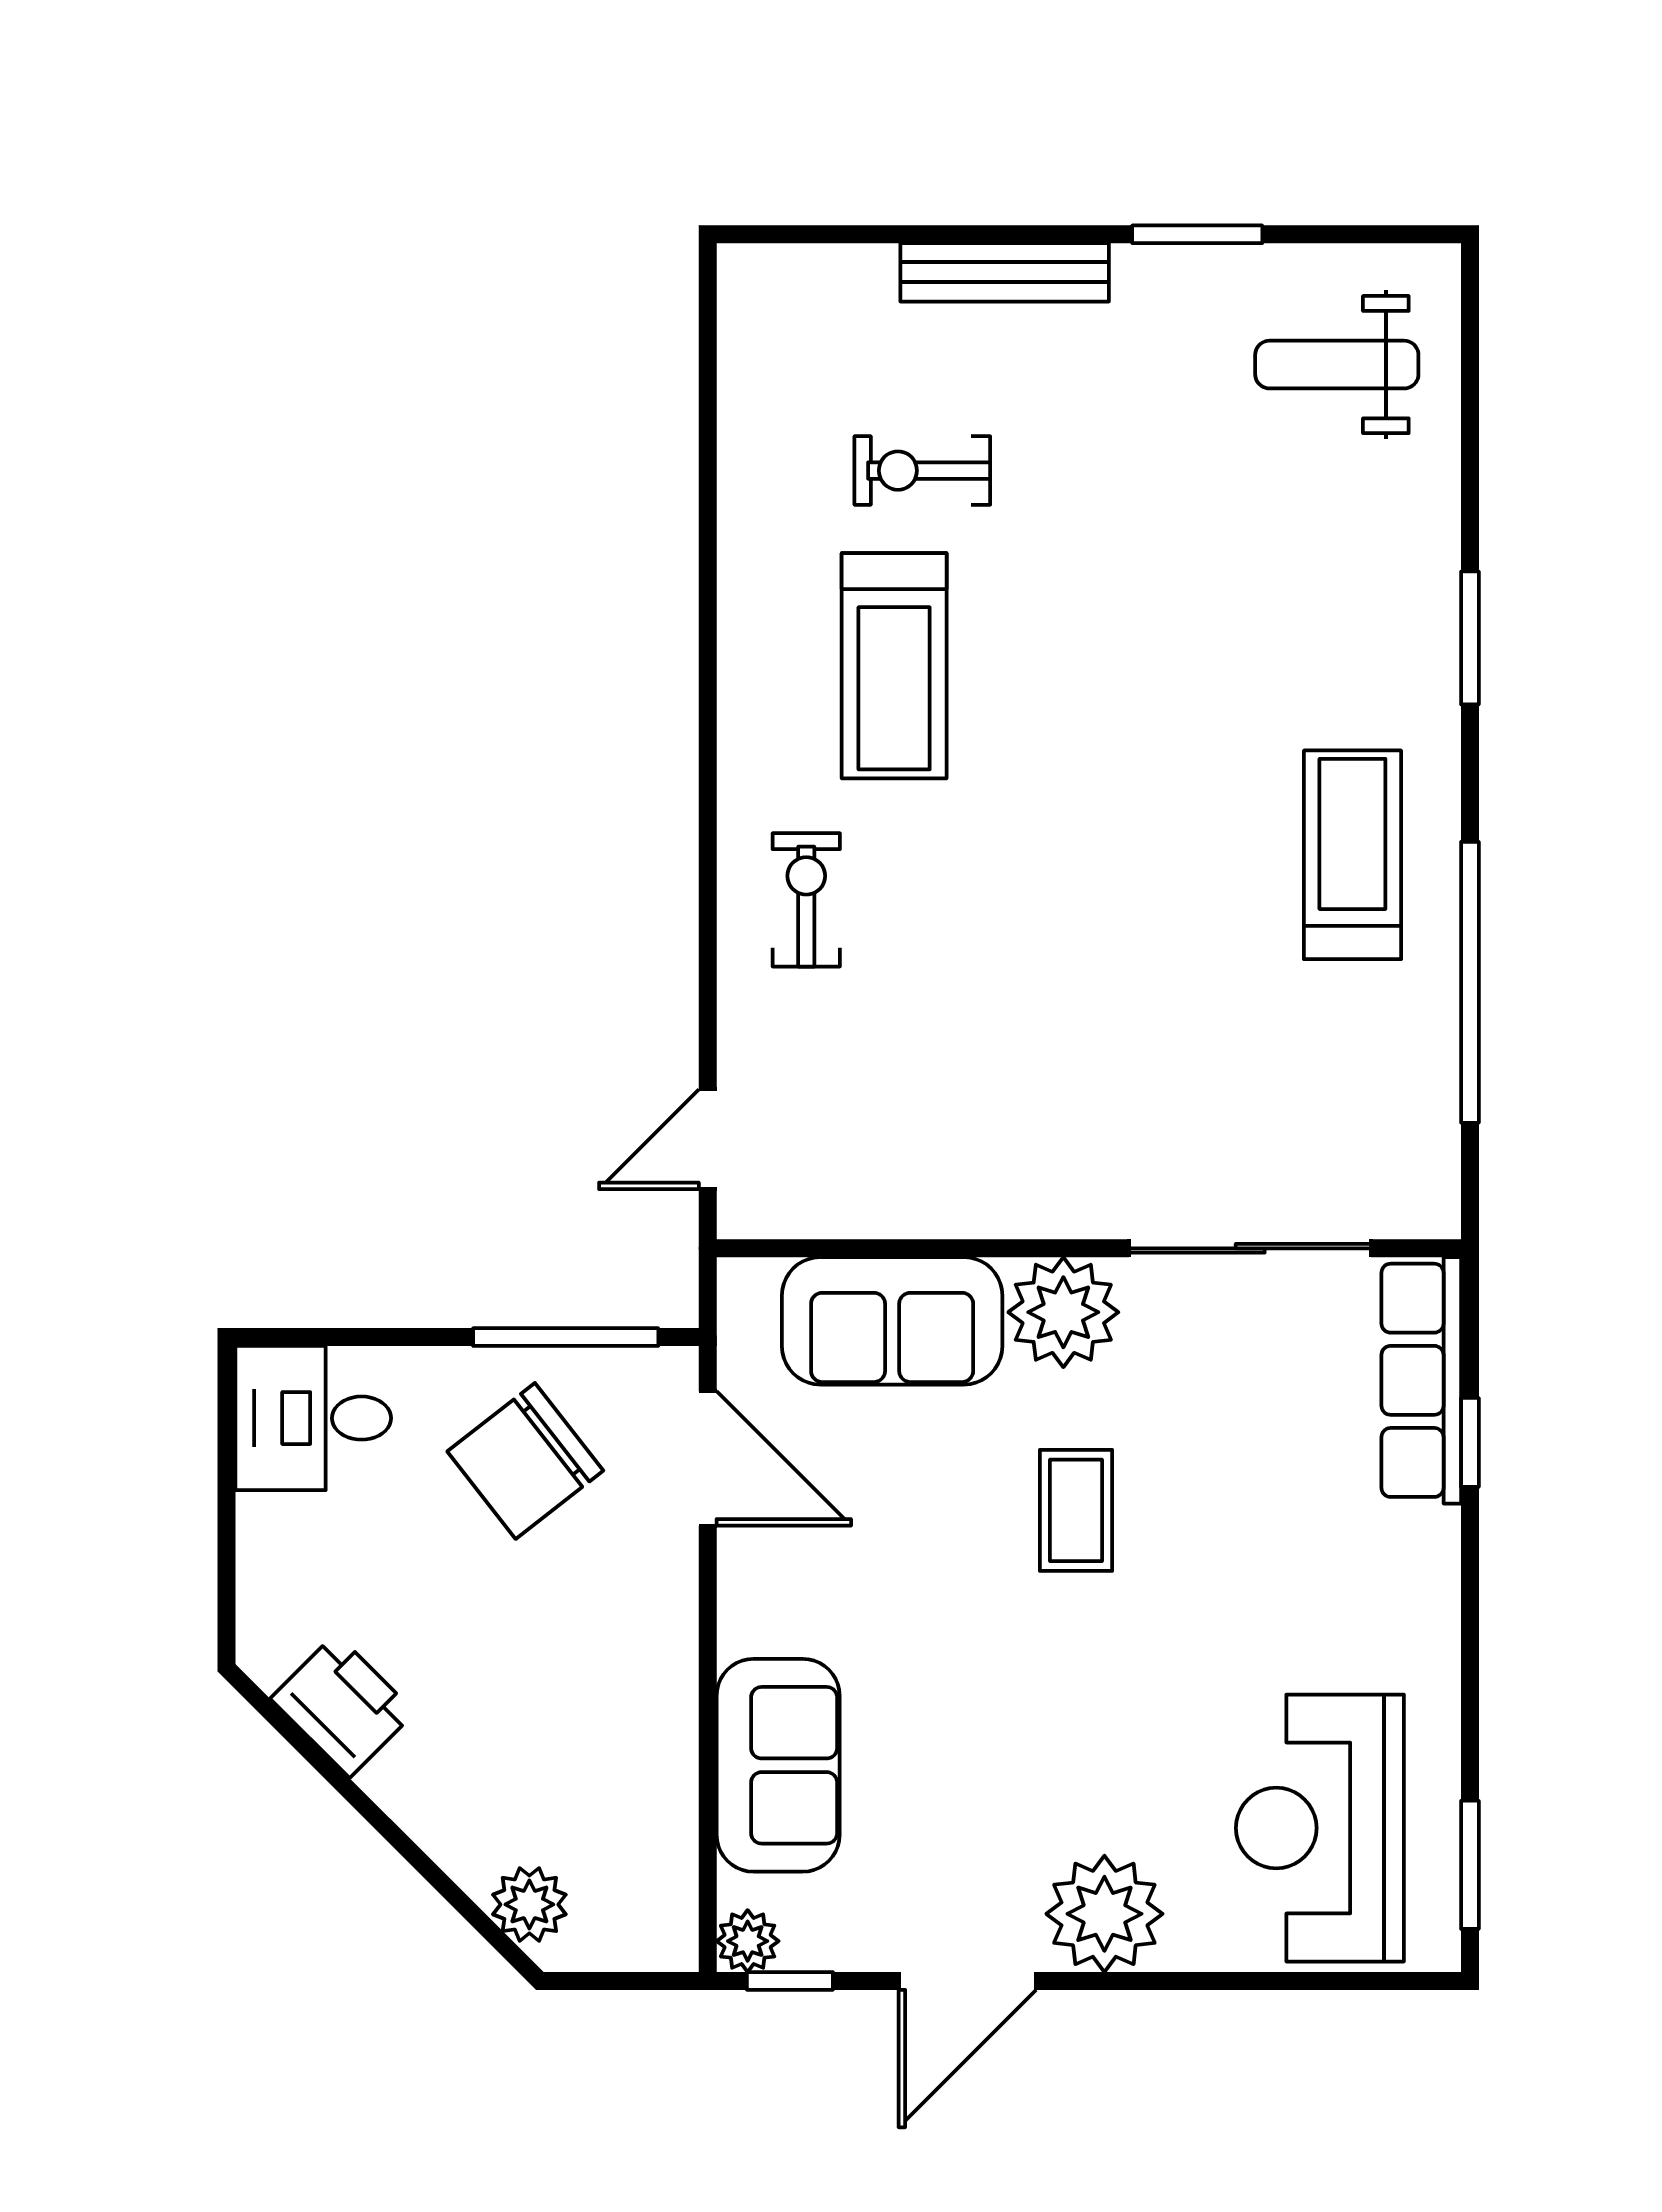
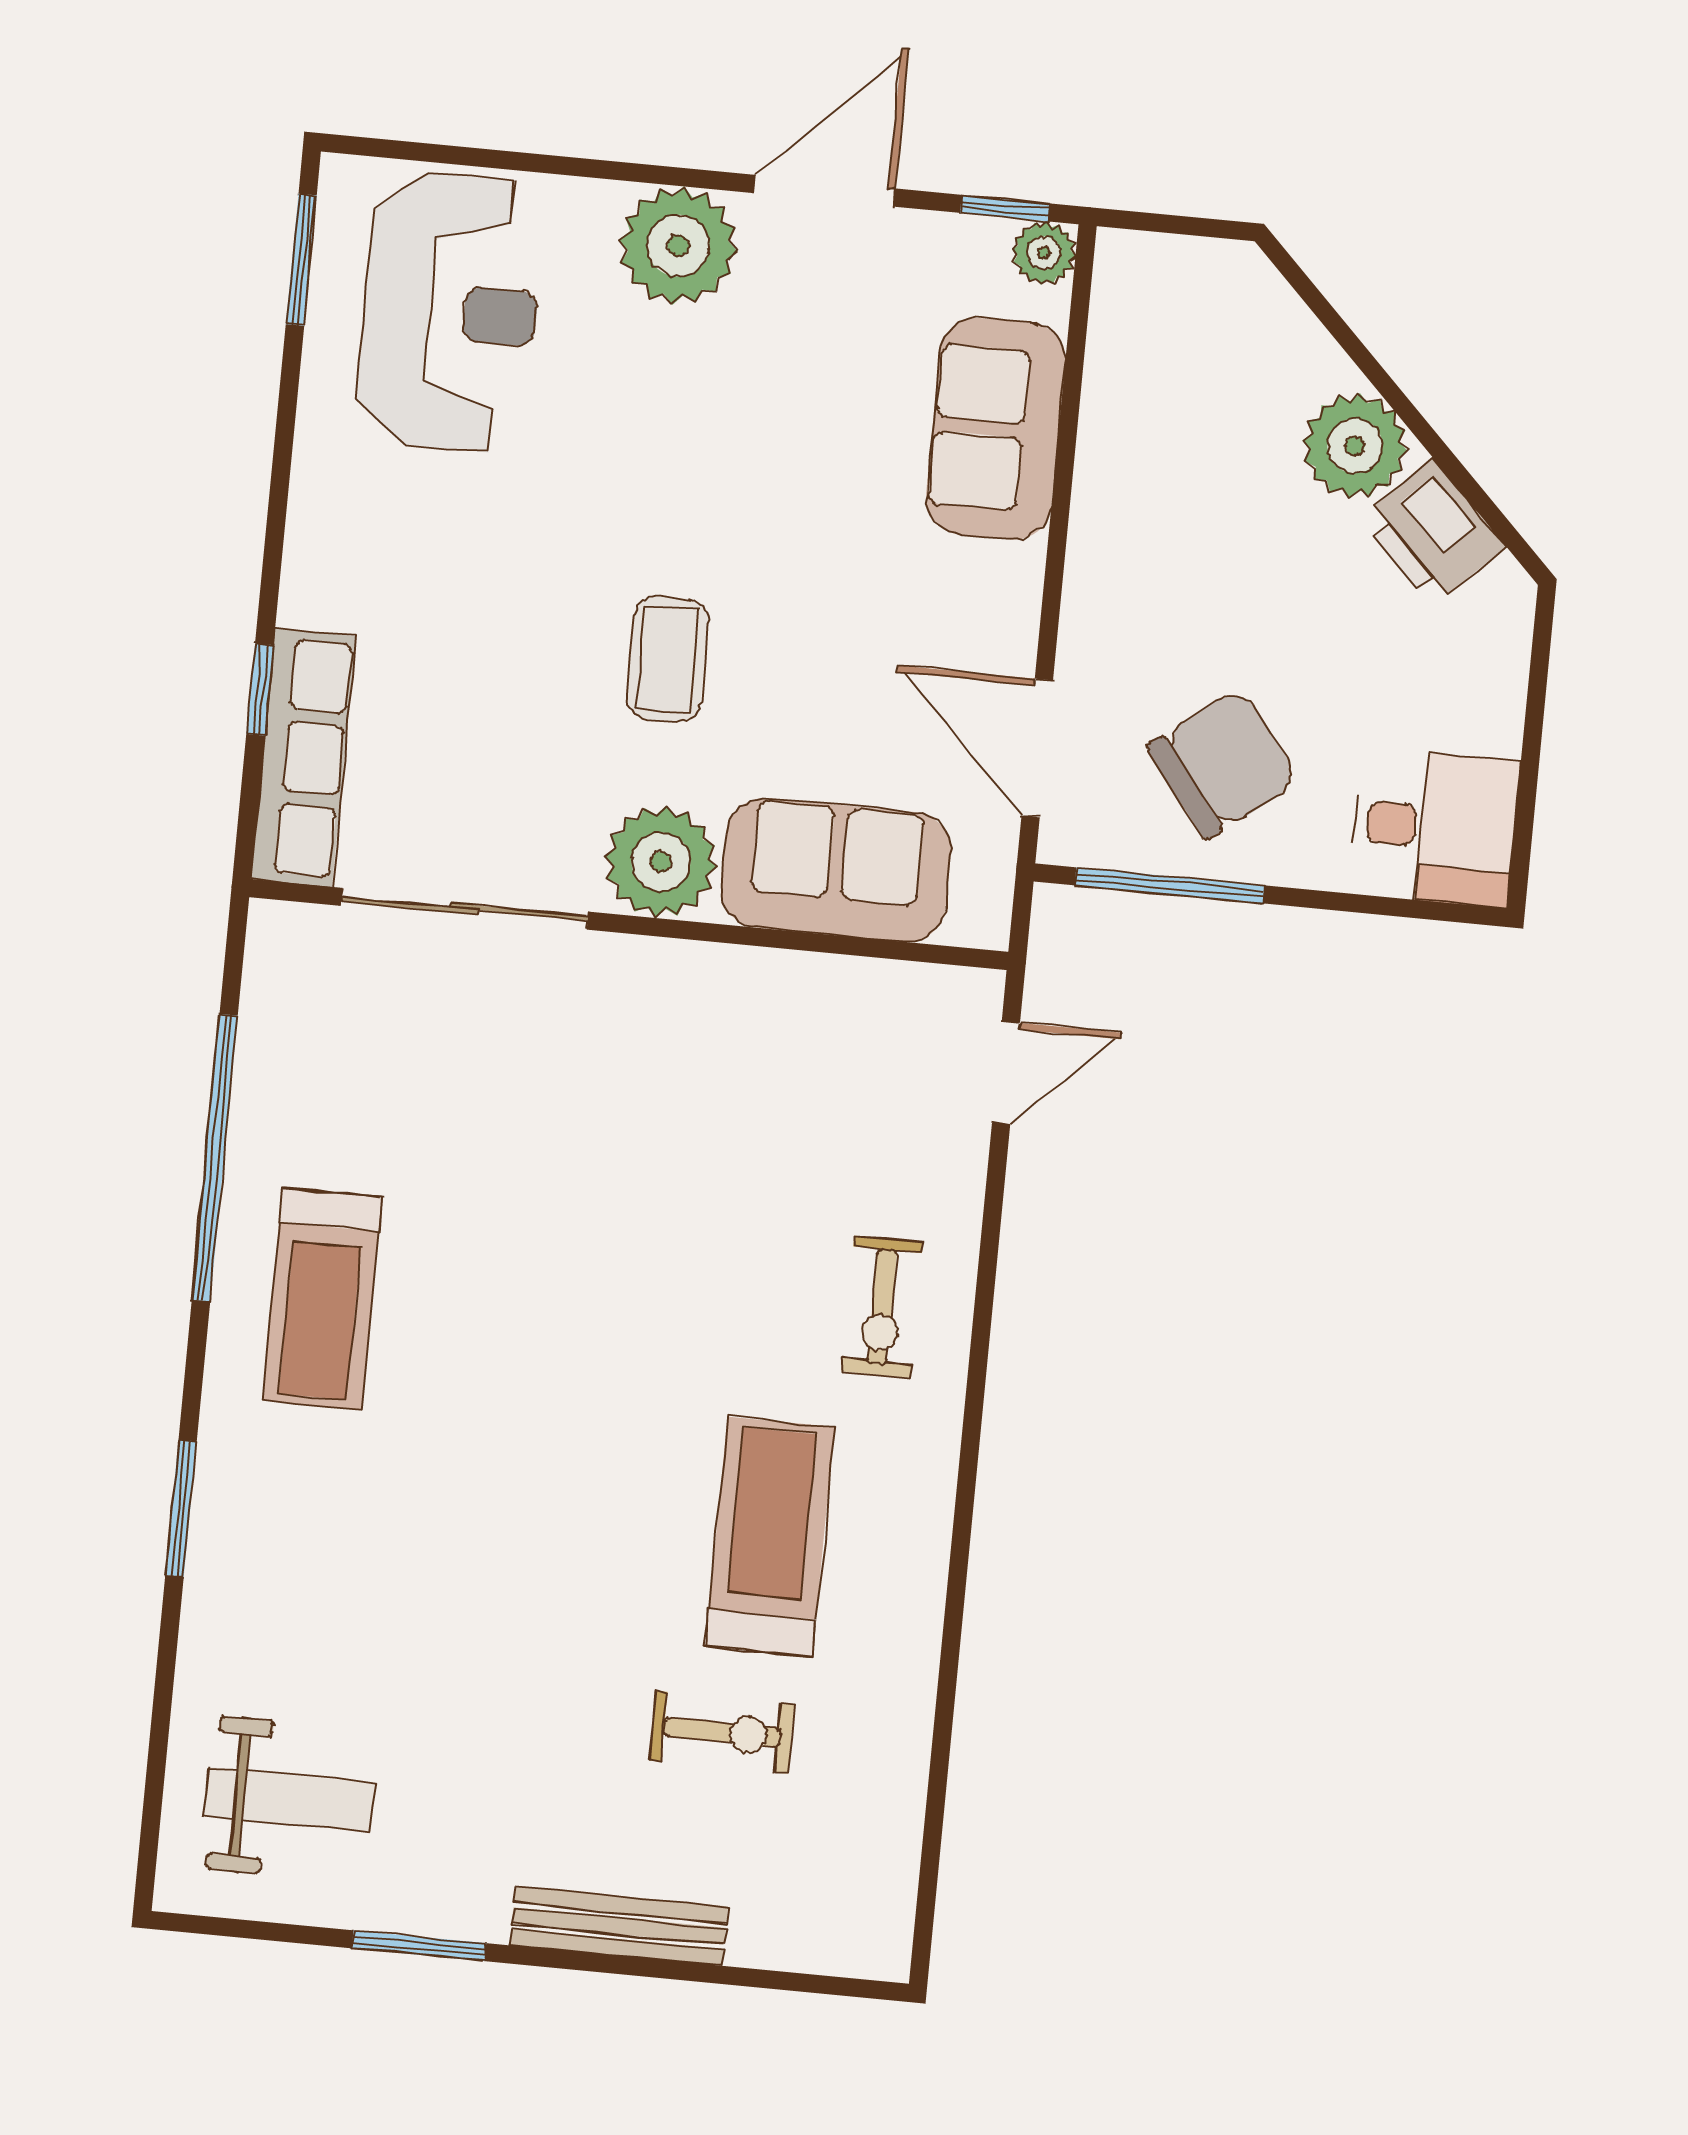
plant: (529, 1904) -> (1355, 446), moved, width x1.36, depth x1.36

